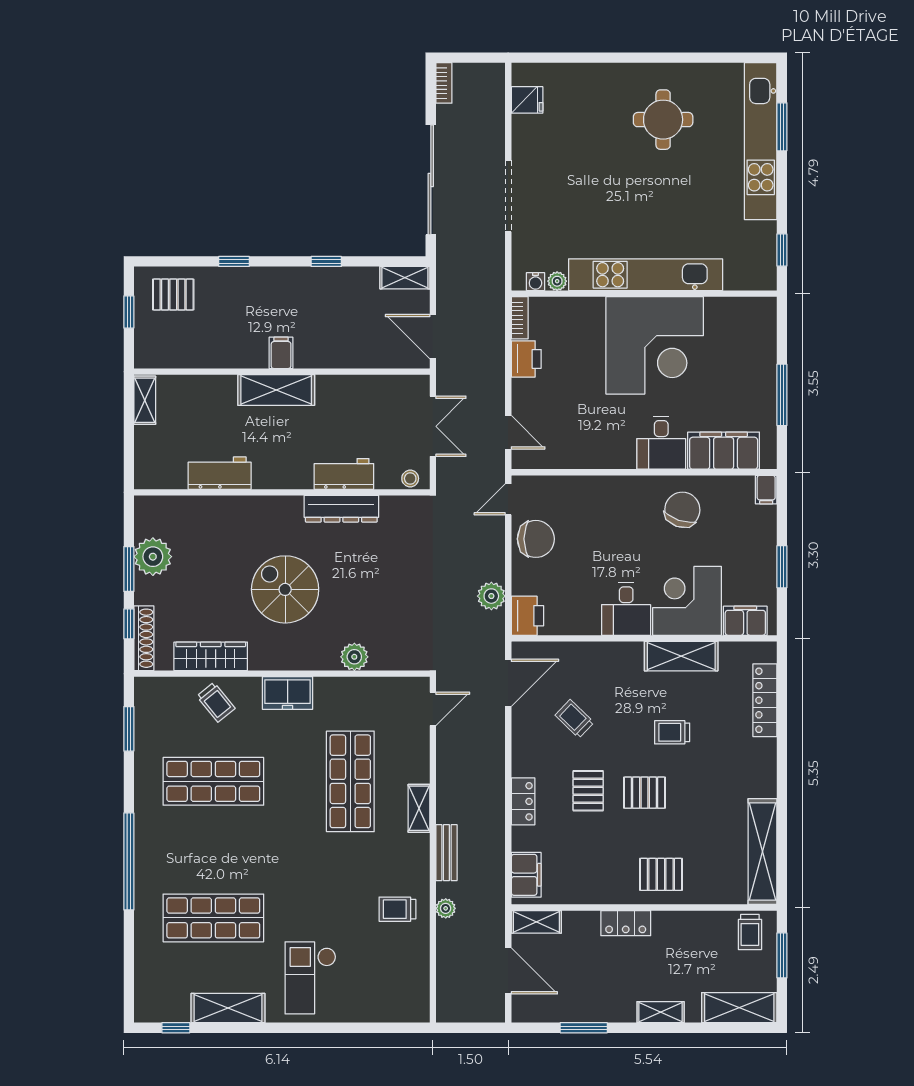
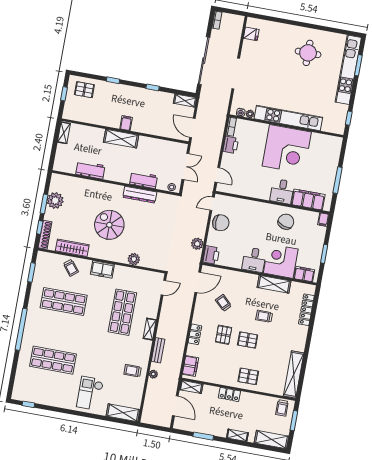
shelving: (228, 1008) -> (123, 413), moved

